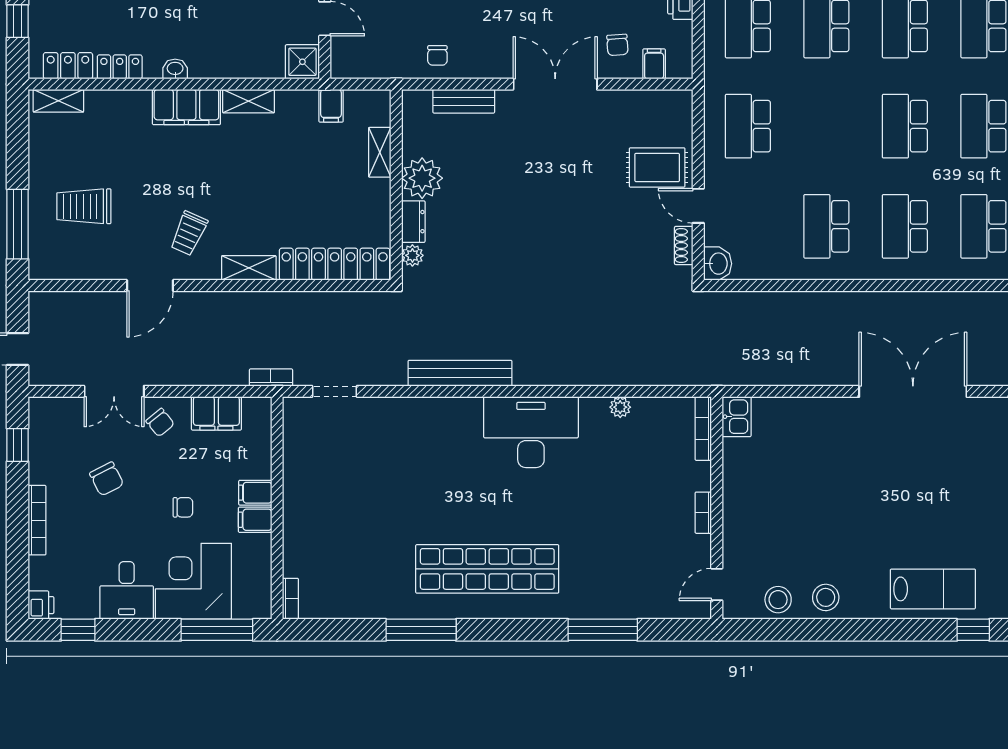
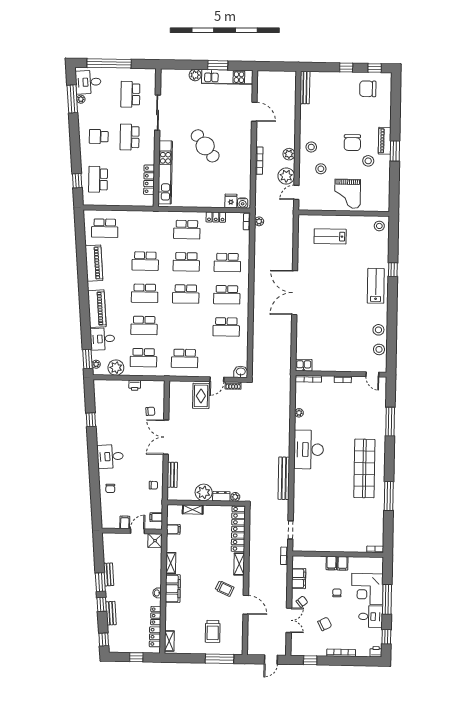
filing cabinet: (654, 64) -> (156, 517), moved
window: (217, 630) -> (387, 599), moved

